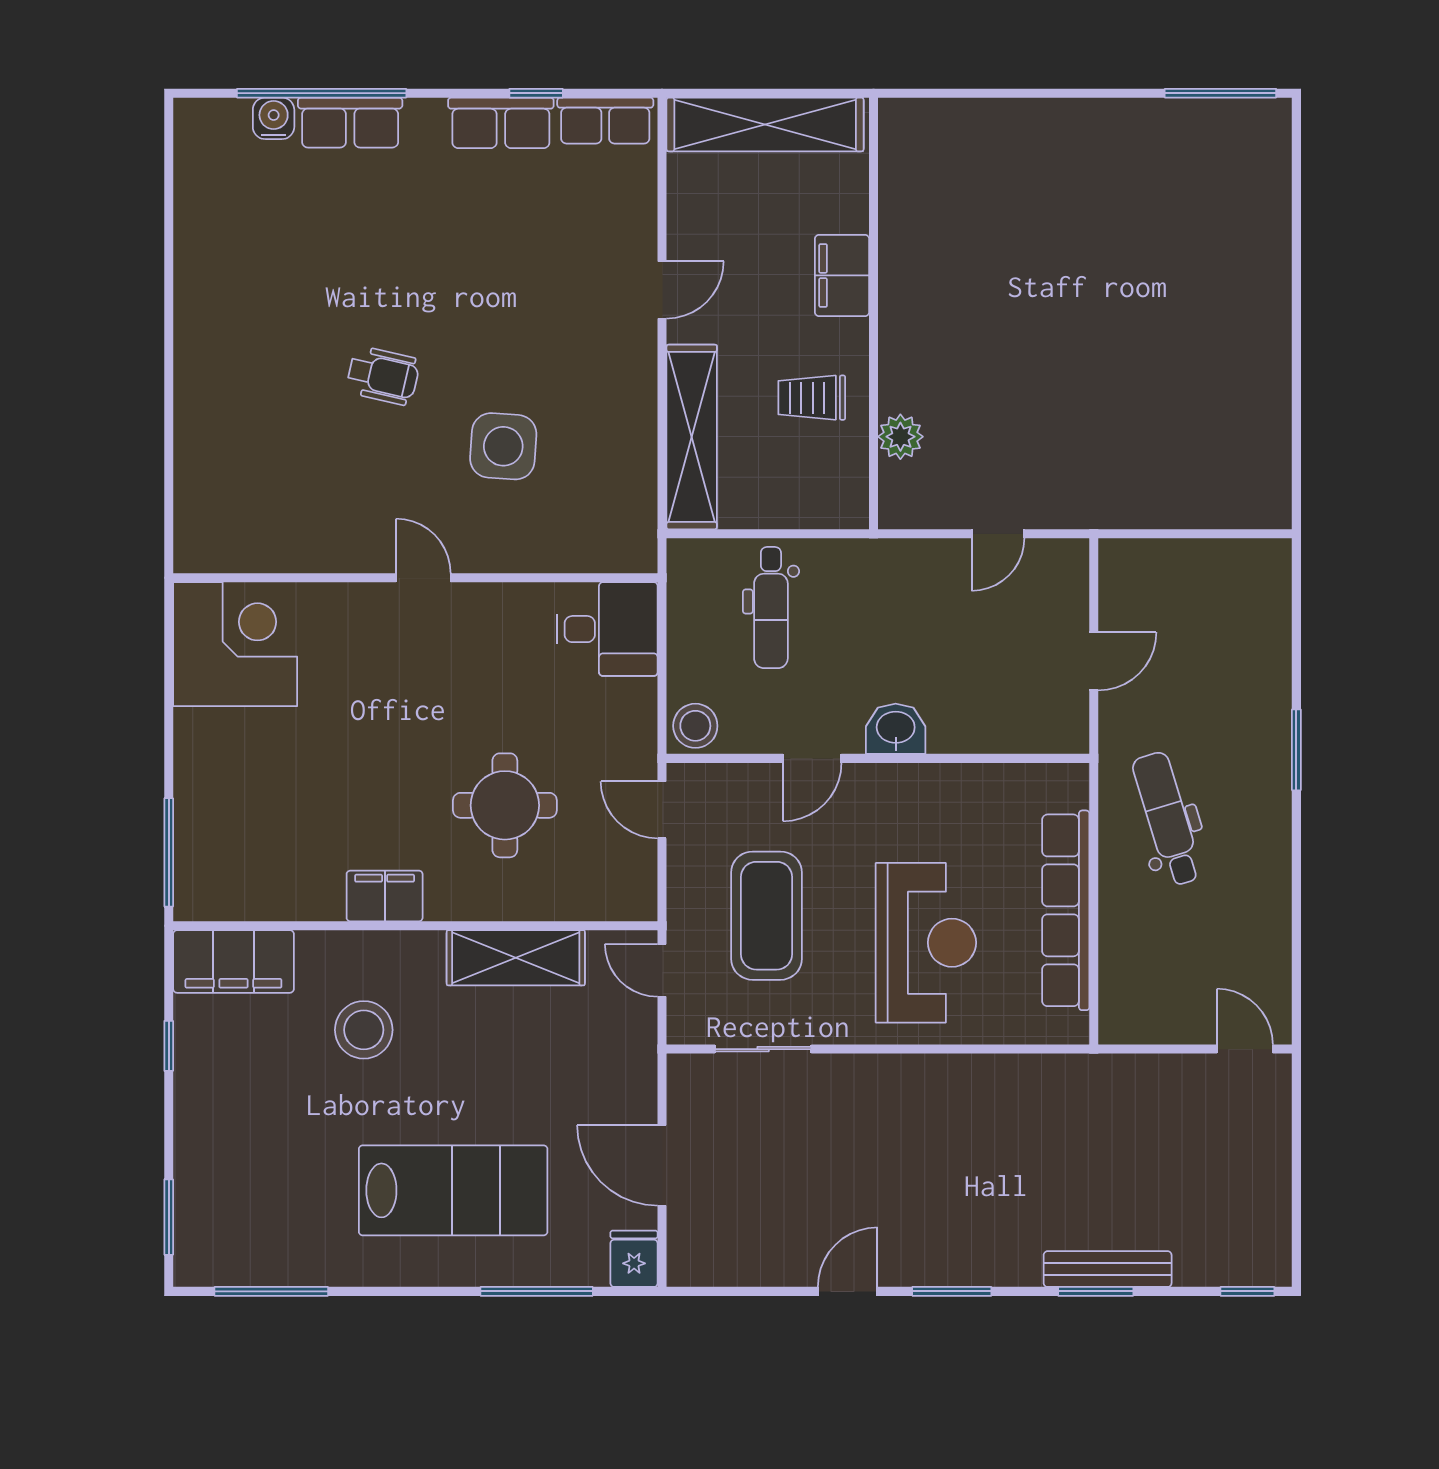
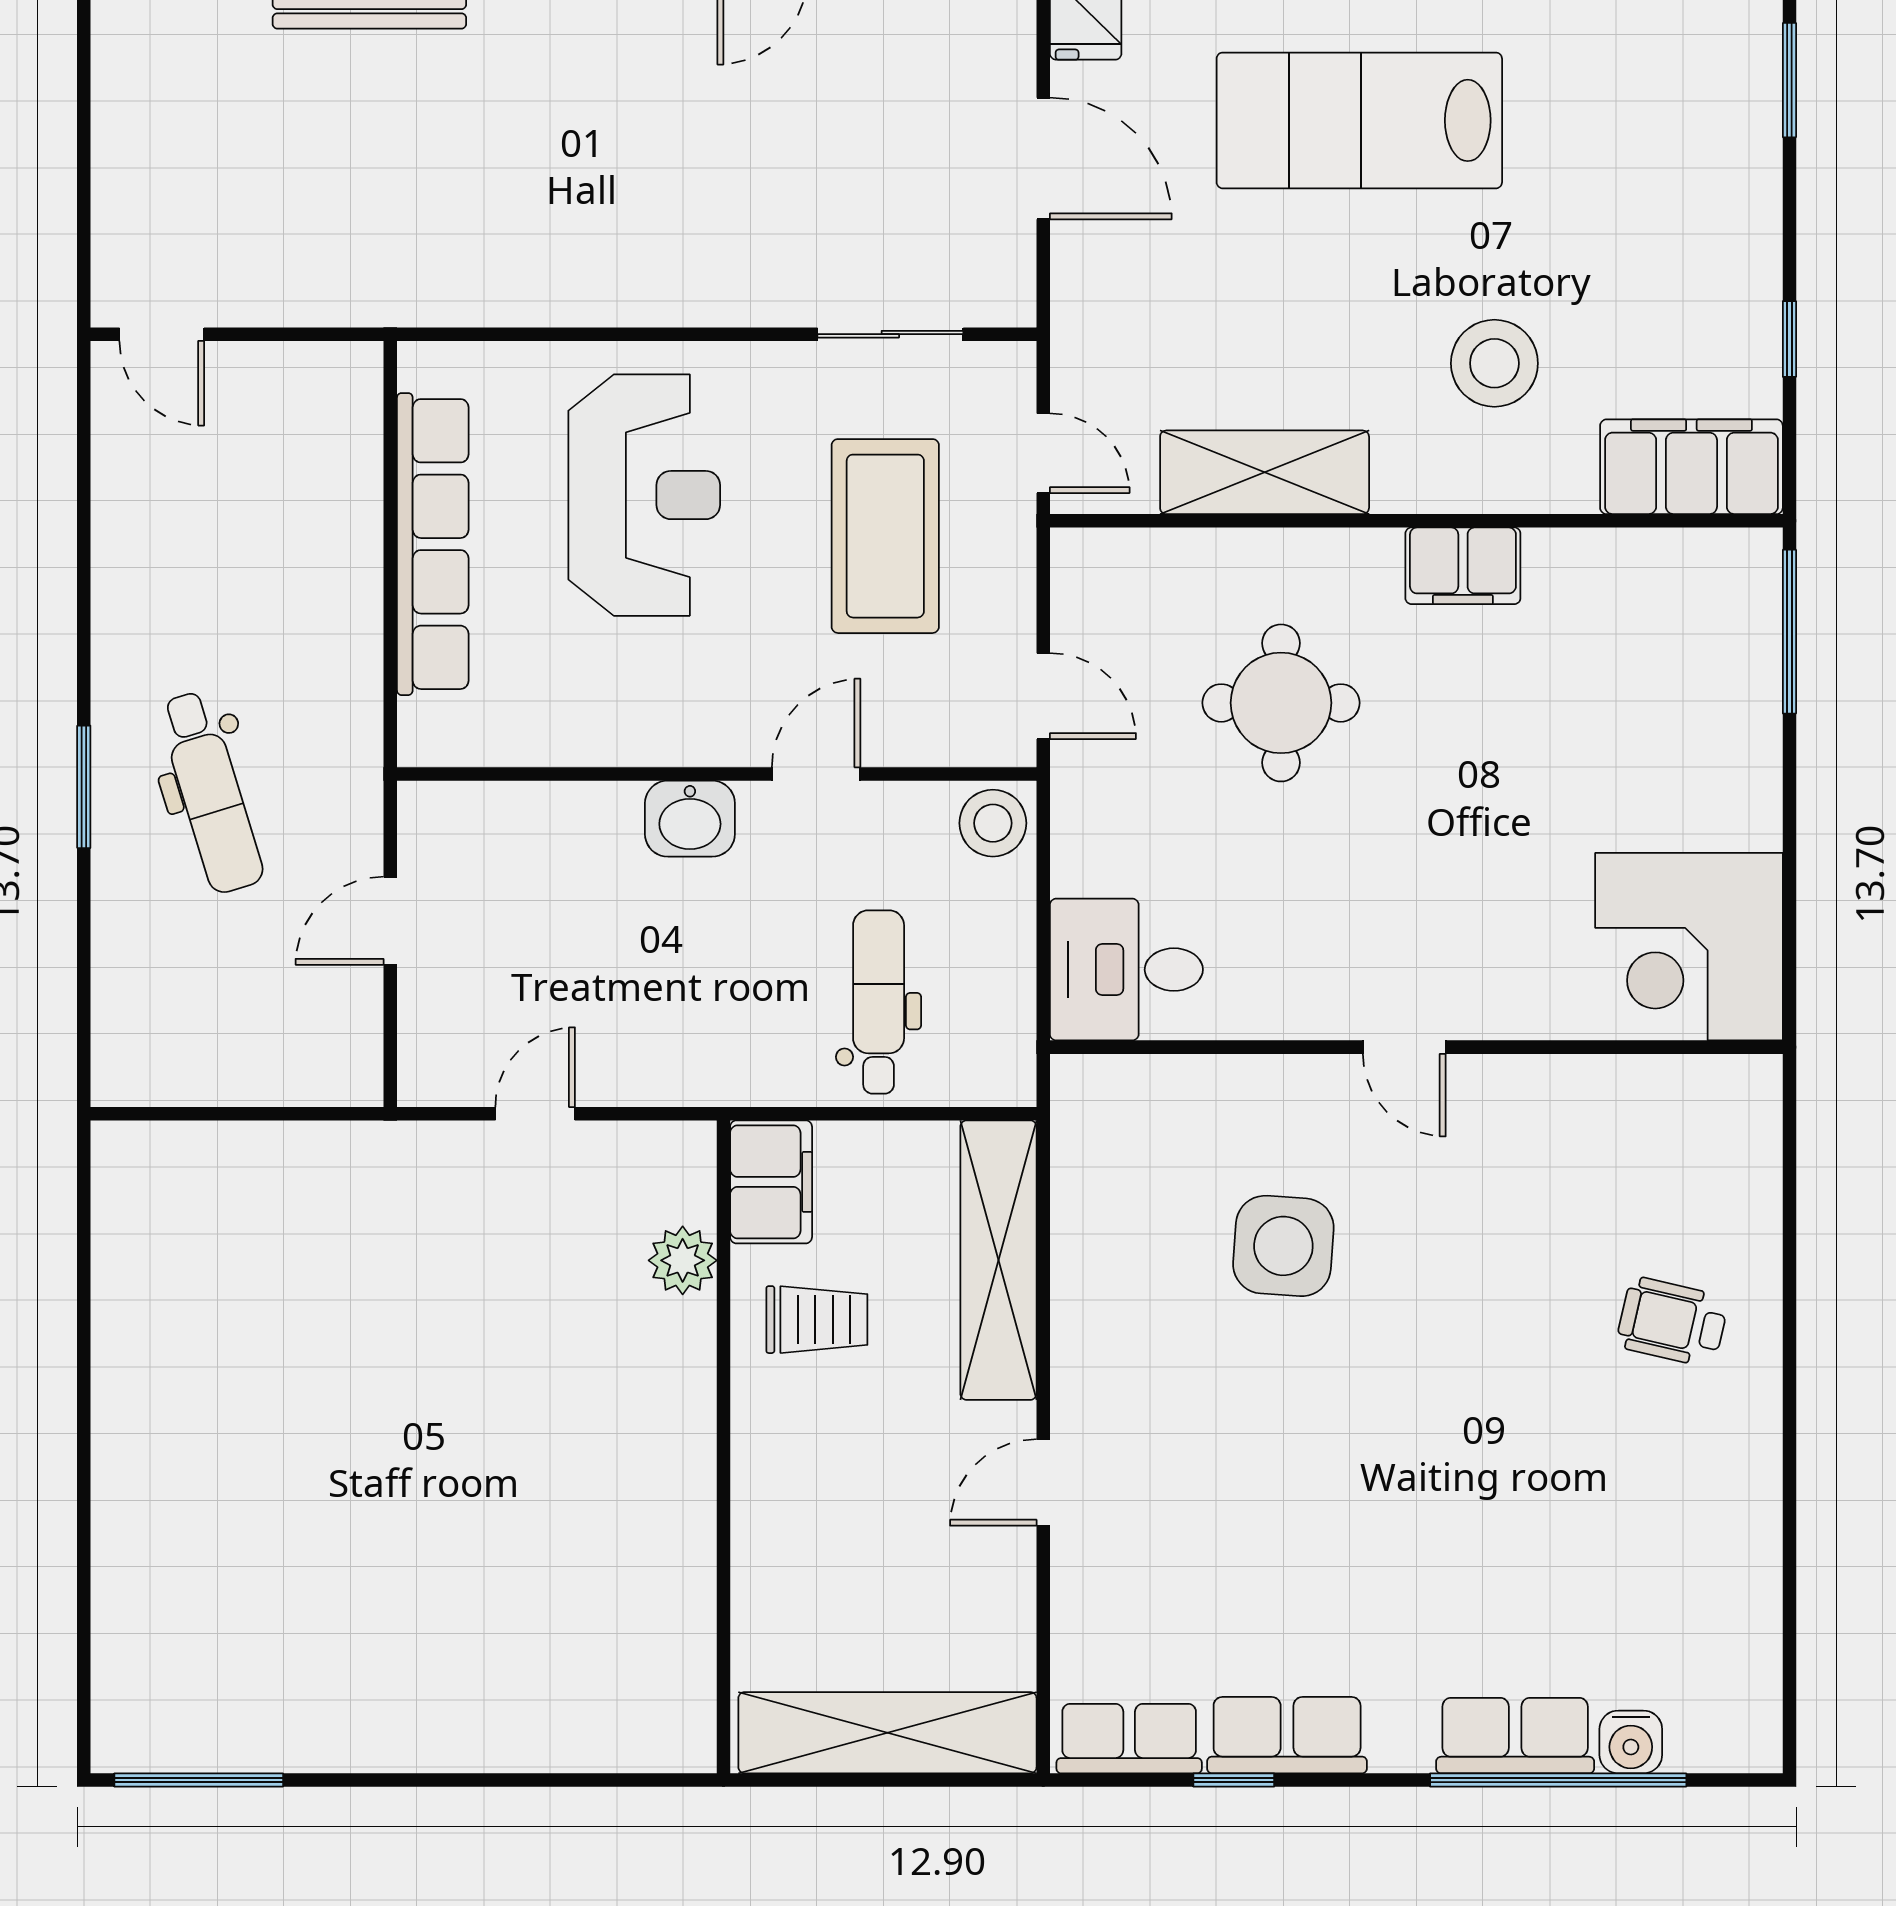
filing cabinet: (842, 275) -> (771, 1182), moved
wheelchair: (383, 376) -> (1672, 1322), moved
dental chair: (1167, 819) -> (211, 792), moved
reception desk: (926, 943) -> (644, 495), turned 180

